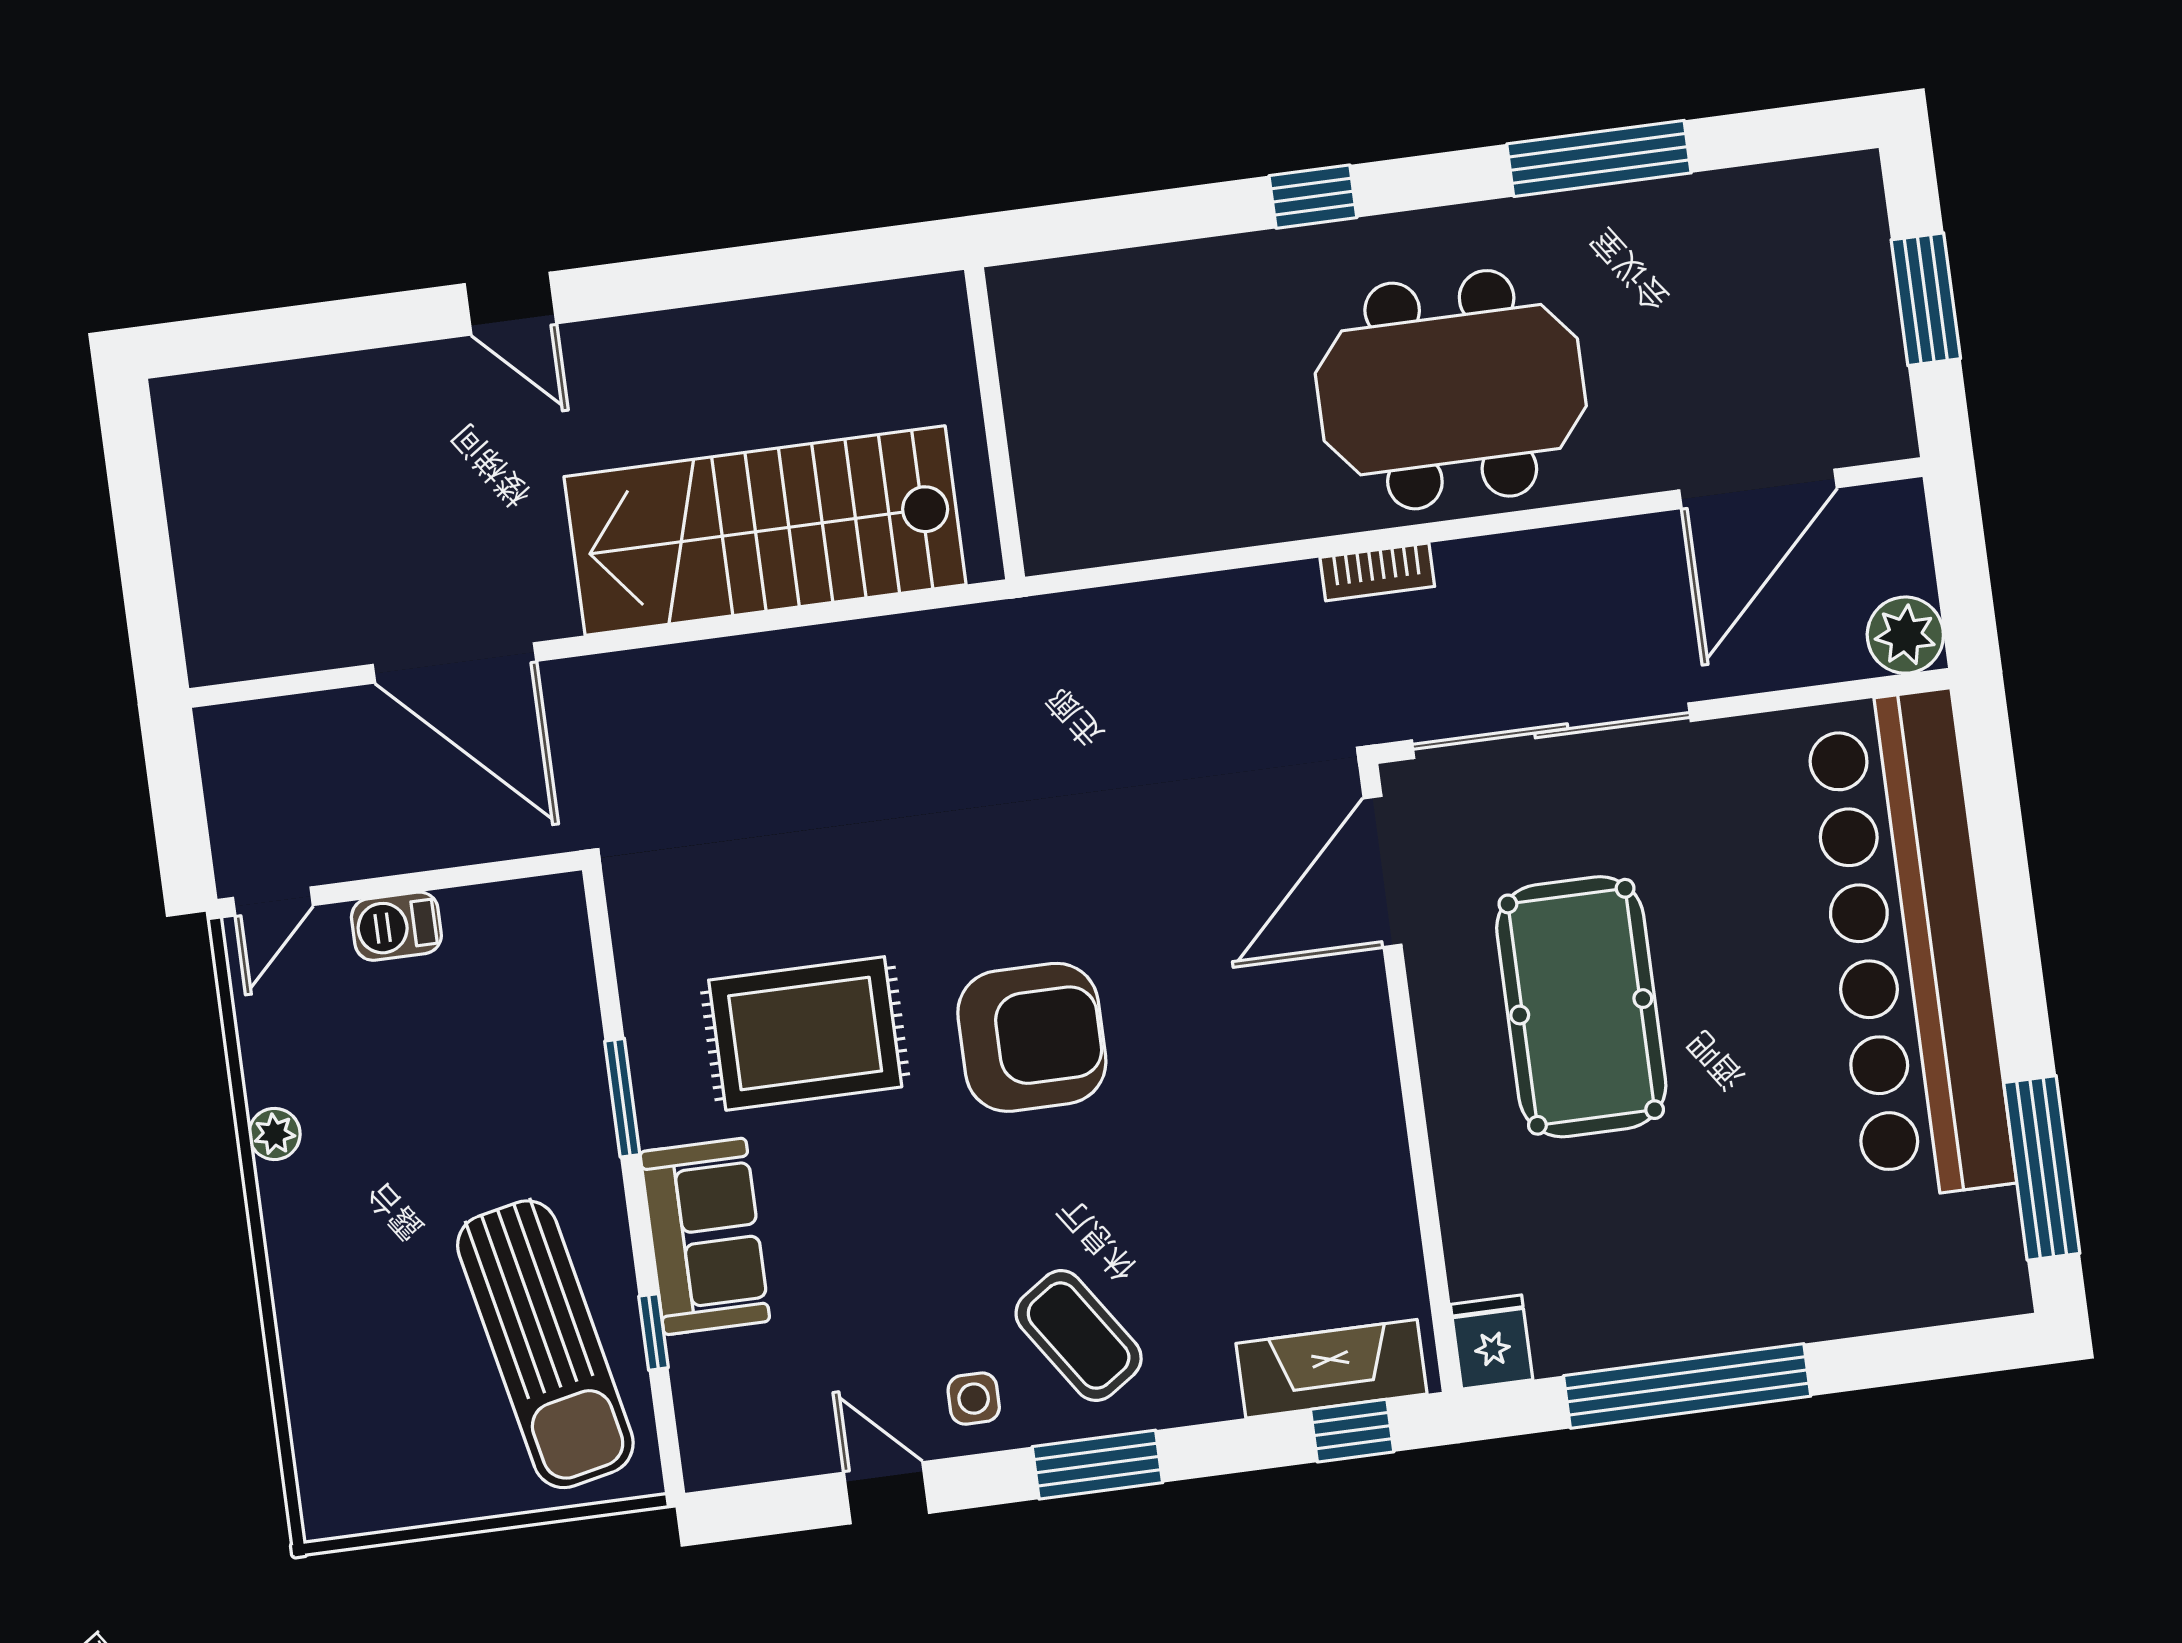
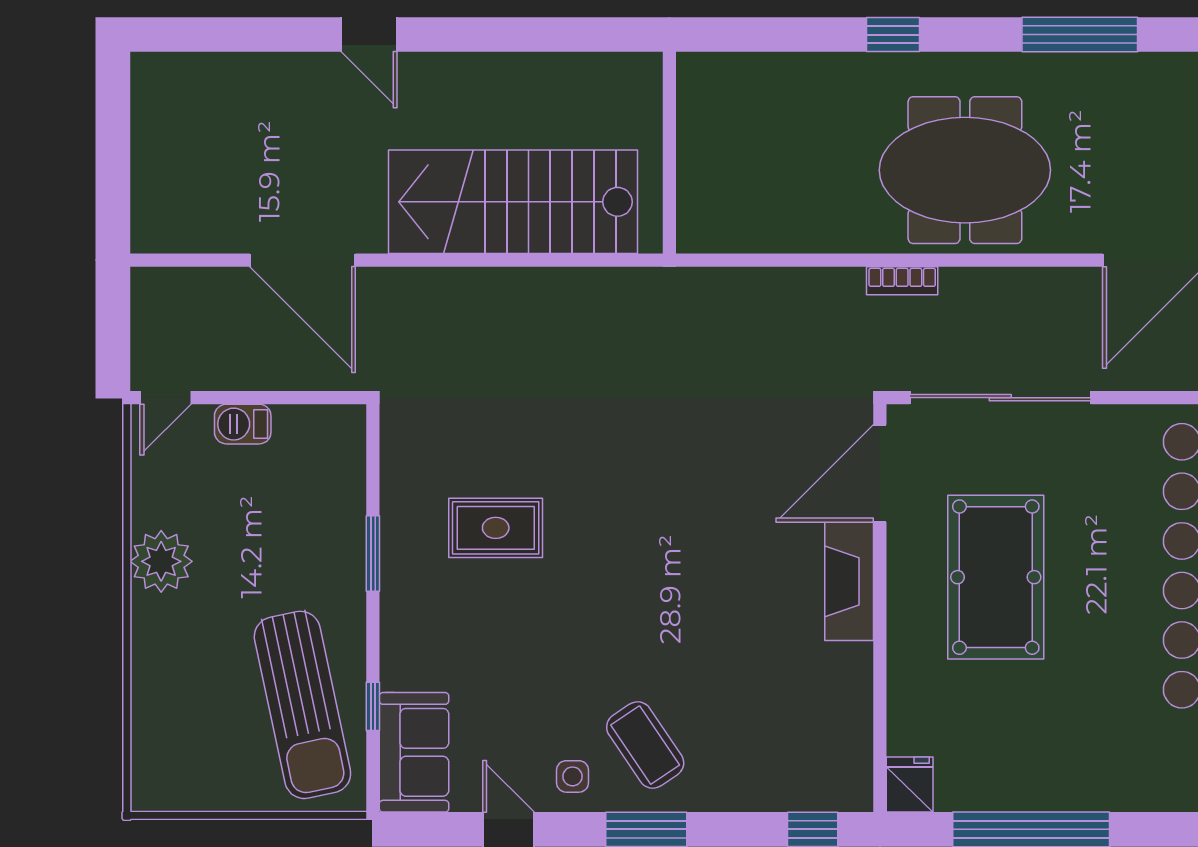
rug: (805, 1033) -> (496, 528), width x0.73, depth x0.70
armchair: (1032, 1037) -> (641, 550), removed
plant: (274, 1134) -> (161, 561), width x1.88, depth x1.88
sofa: (705, 1236) -> (414, 752), moved
fireplace: (1331, 1369) -> (849, 581), moved, turned -90

